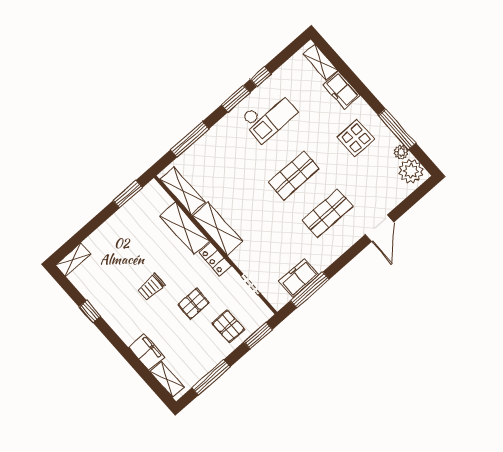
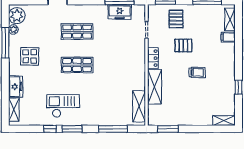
shelving: (218, 229) -> (138, 72), removed
filing cabinet: (146, 352) -> (228, 37), width x0.50

